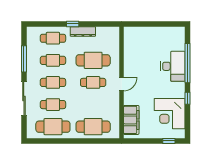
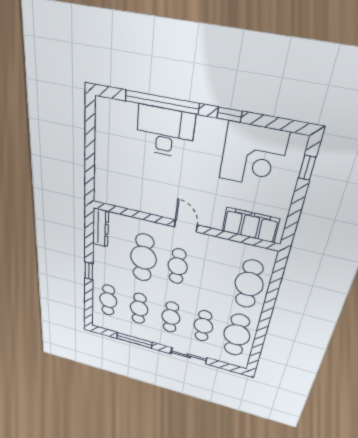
dresser: (83, 31) -> (101, 228), moved
sliding door: (24, 98) -> (189, 356), width x0.73

